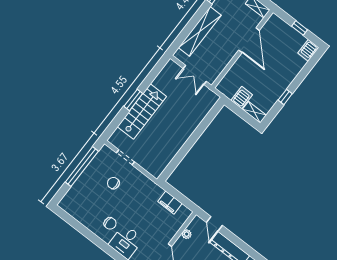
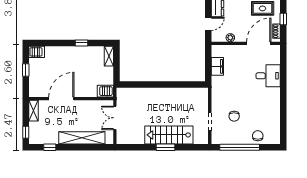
double door: (195, 75) -> (115, 118), swing flipped
server rack: (242, 97) -> (105, 91), moved
chair: (110, 223) -> (258, 136), moved

